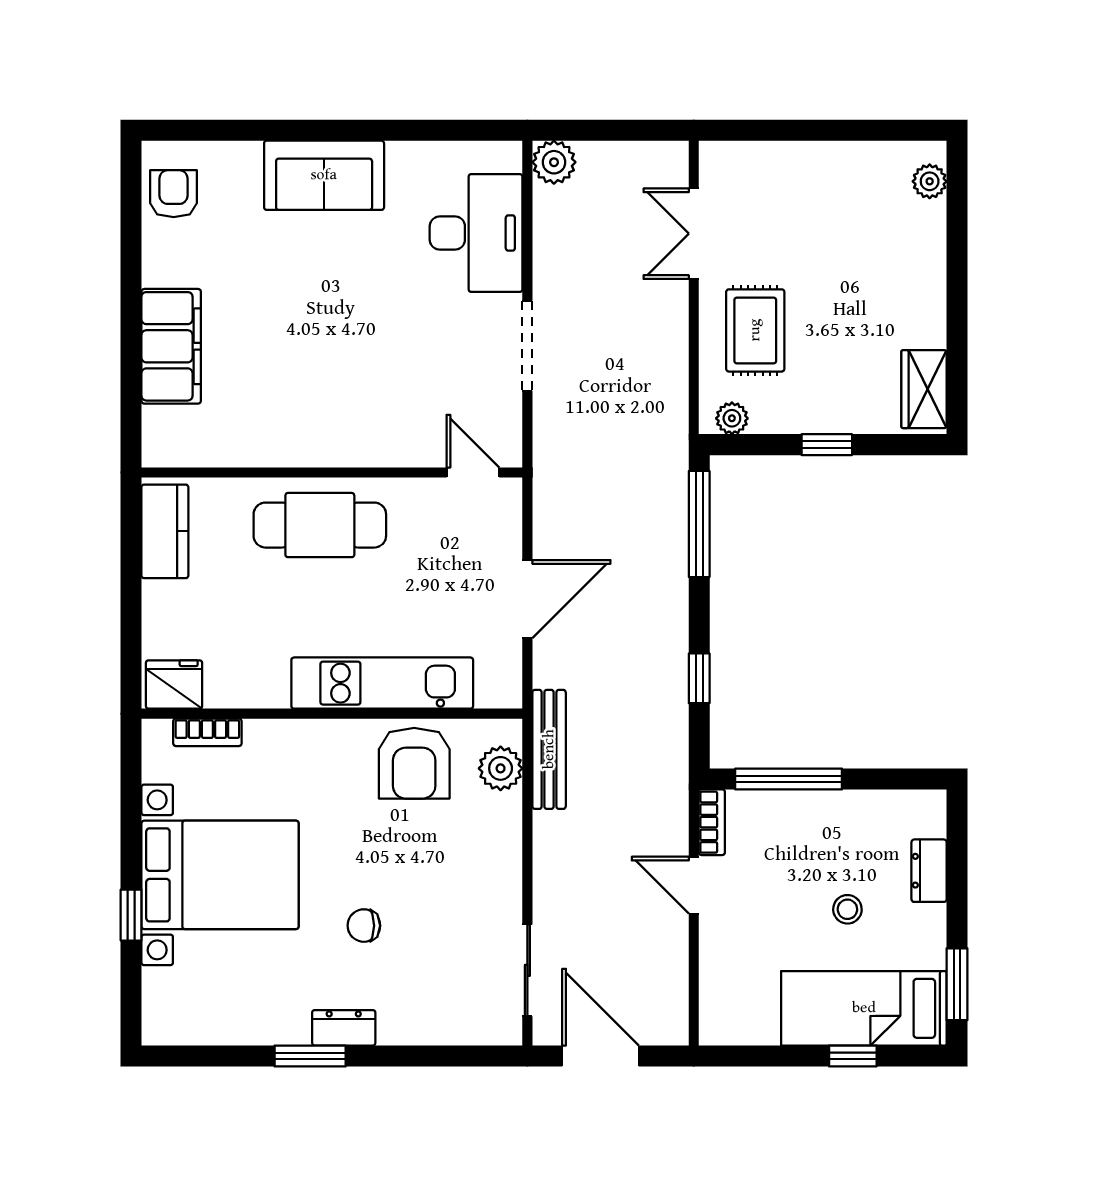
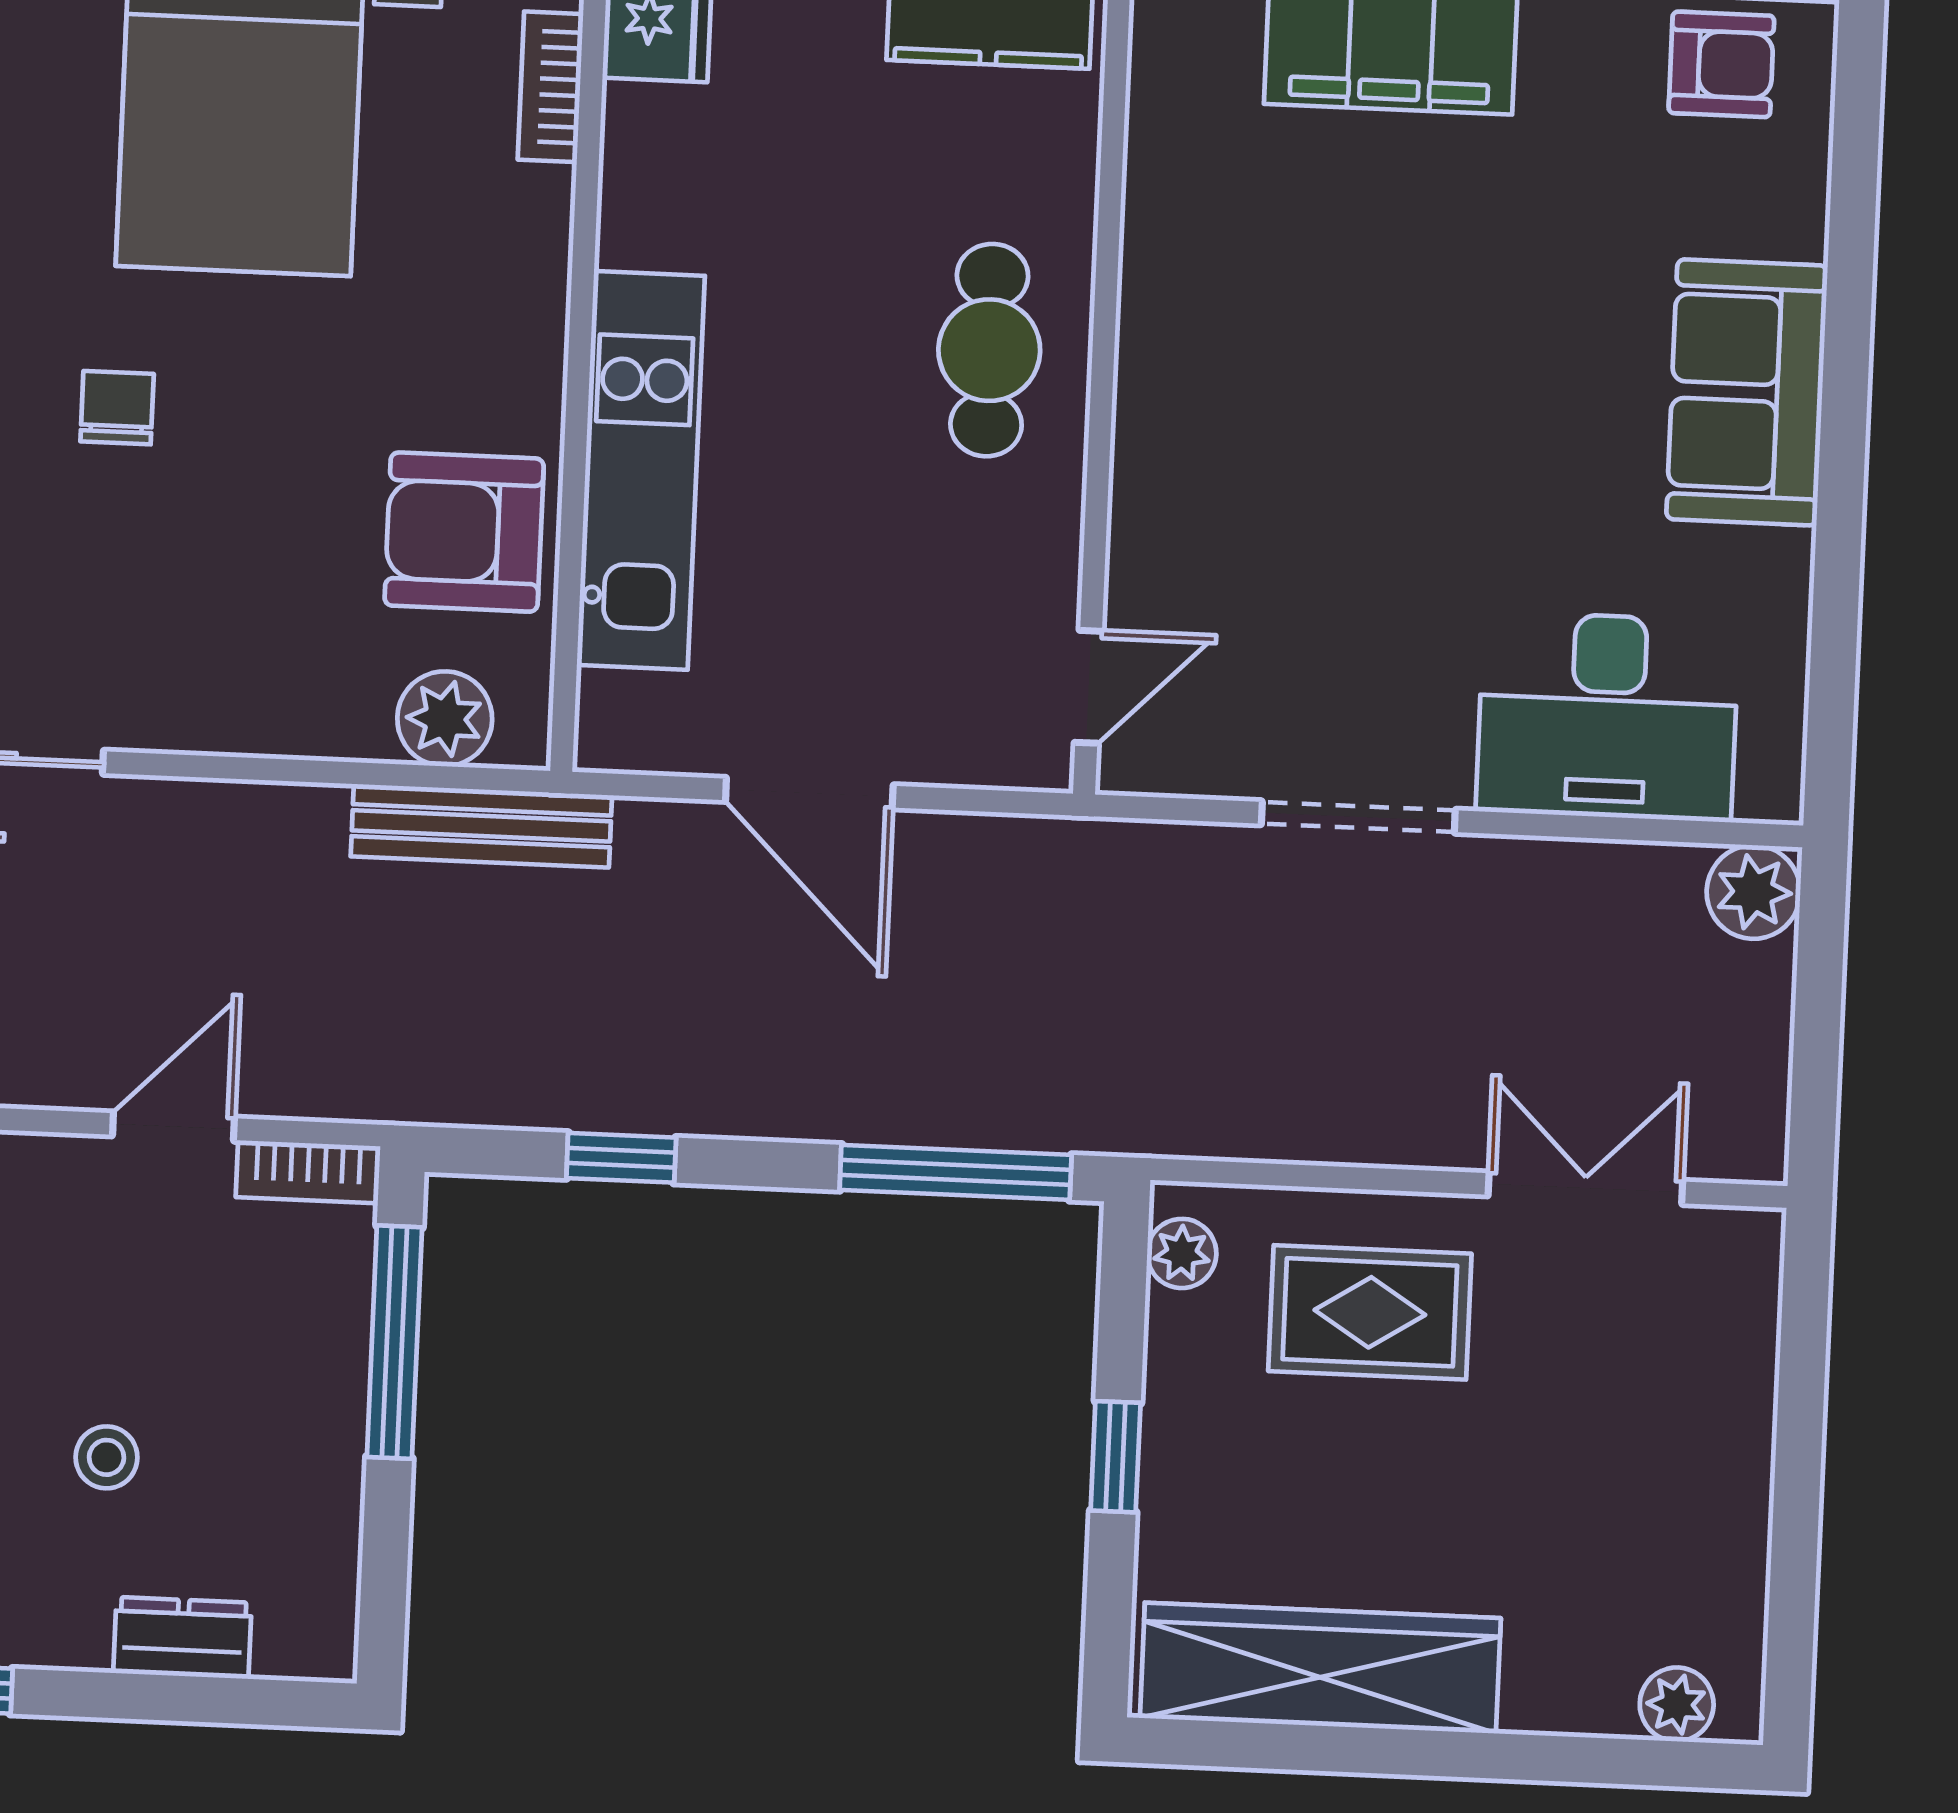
wardrobe: (924, 389) -> (1320, 1668), width x2.10, depth x1.17
cafe table: (320, 525) -> (989, 350), width x0.73, depth x0.74

